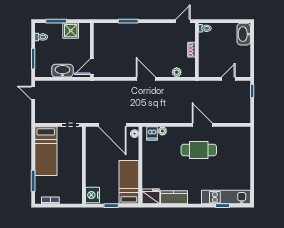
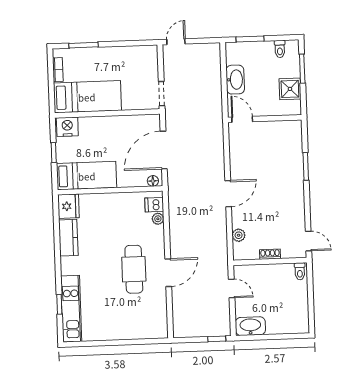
washbasin: (244, 34) -> (250, 326), moved
door: (228, 79) -> (232, 288), moved
door: (33, 93) -> (176, 42), moved
bed: (46, 151) -> (87, 97), moved, turned 180

